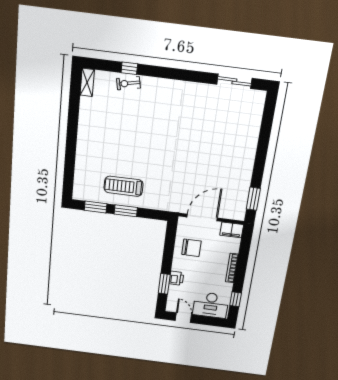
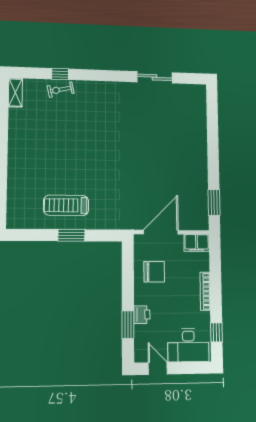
sliding door: (234, 81) -> (155, 77), moved
window: (96, 207) -> (35, 235), removed

